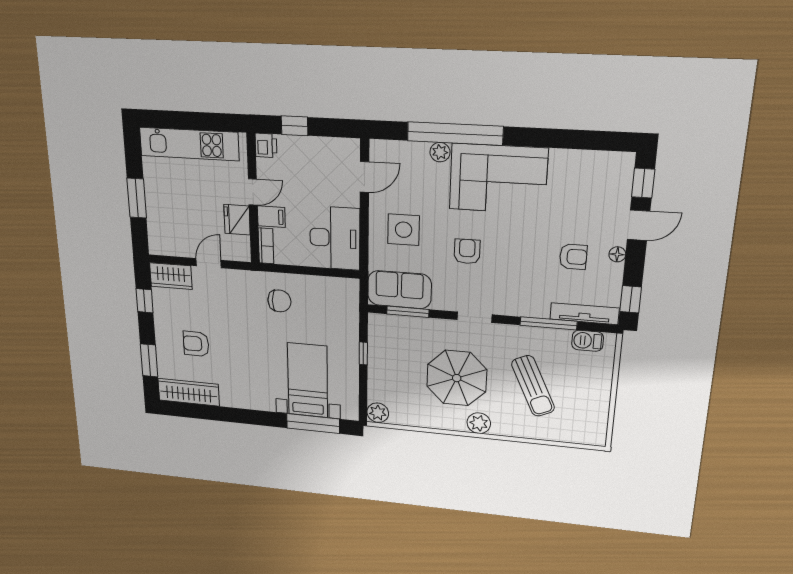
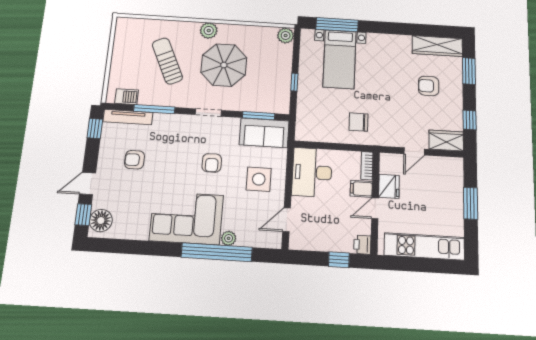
floor lamp: (617, 254) -> (101, 221), moved, width x1.89, depth x1.89
armchair: (196, 344) -> (429, 86), turned 180

